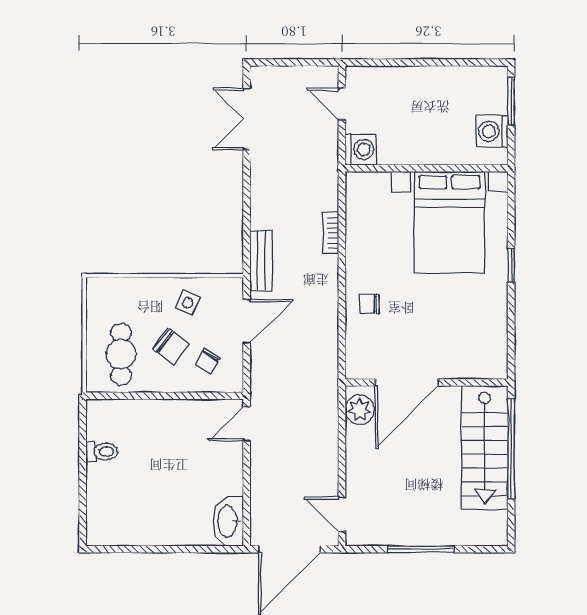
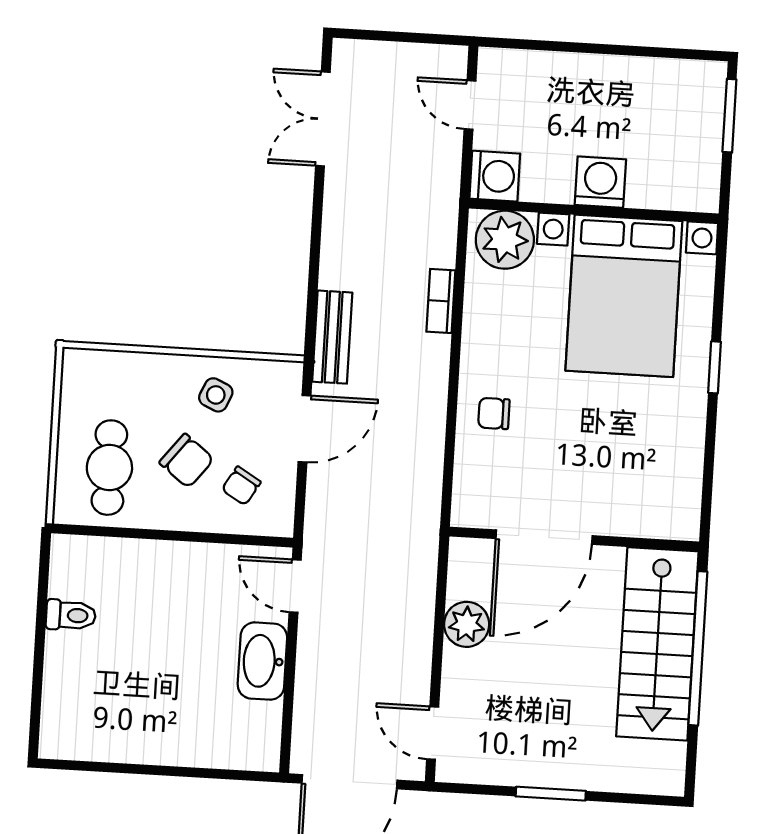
washing machine: (492, 131) -> (600, 182), moved, turned 90
plant: (370, 190) -> (505, 240), added
plant: (360, 410) -> (467, 624), moved
door: (247, 424) -> (295, 586), hinge flipped
washbasin: (228, 521) -> (262, 661), moved
window: (421, 549) -> (551, 794), width x0.69

